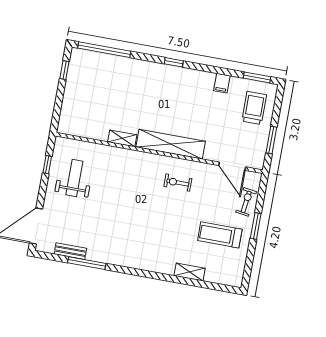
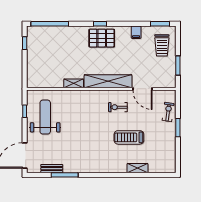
pallet: (173, 83) -> (102, 38), added
trolley: (254, 108) -> (162, 45), turned 180
door: (232, 166) -> (142, 89), moved
weight bench: (74, 178) -> (45, 117), width x1.36, depth x1.33
treadmill: (220, 235) -> (129, 137), moved

